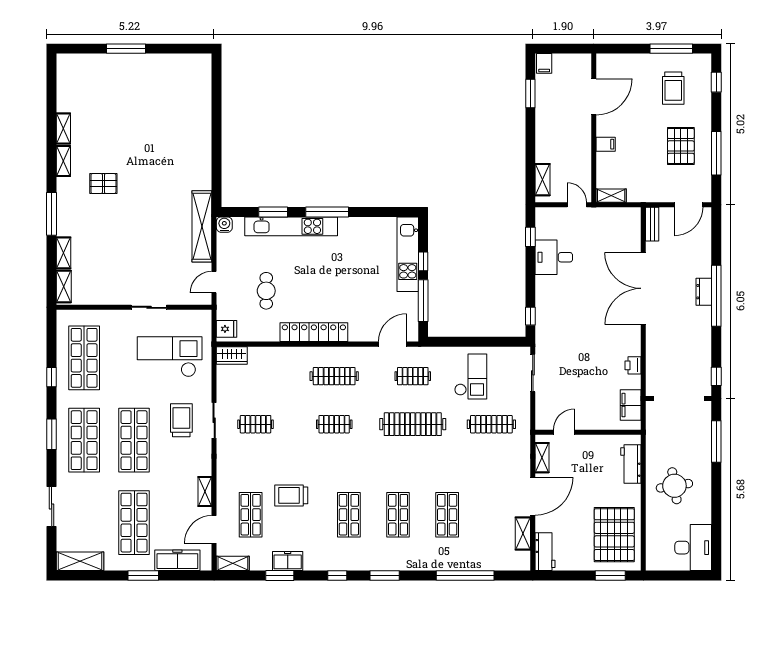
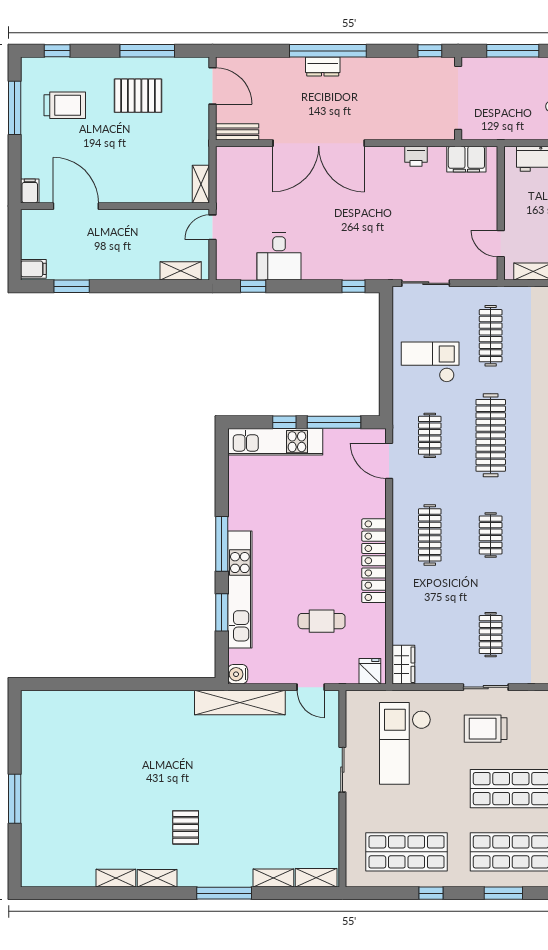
filing cabinet: (606, 144) -> (30, 191), moved

